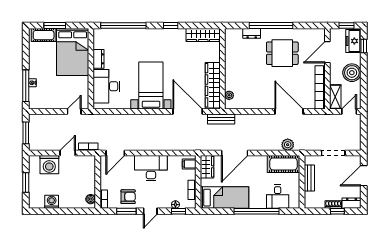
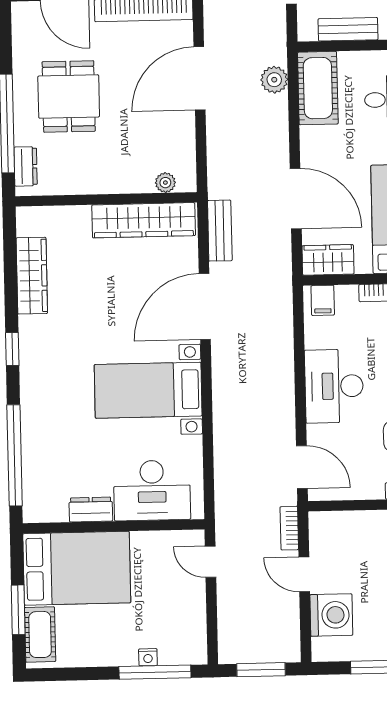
wall: (222, 69) -> (106, 199), moved
wardrobe: (213, 85) -> (144, 220), moved
plant: (229, 95) -> (165, 183), moved

